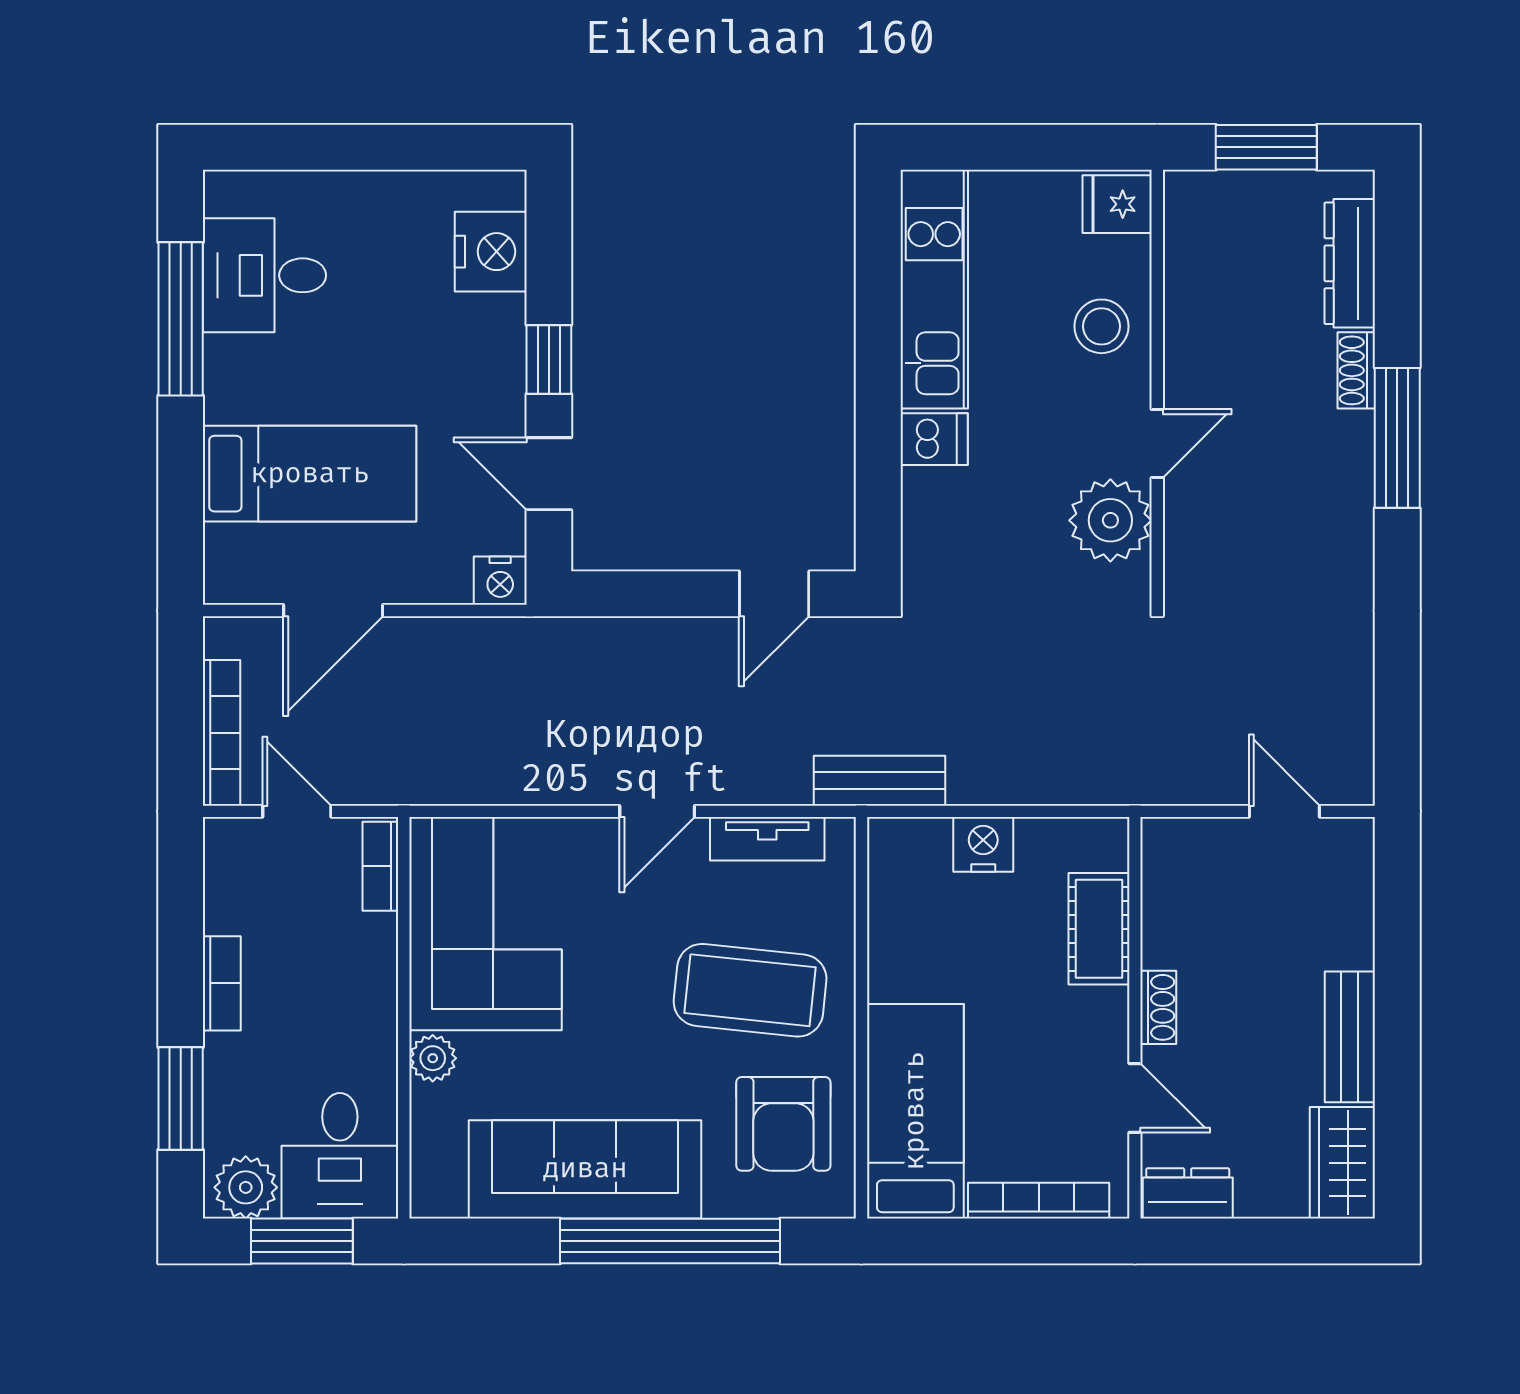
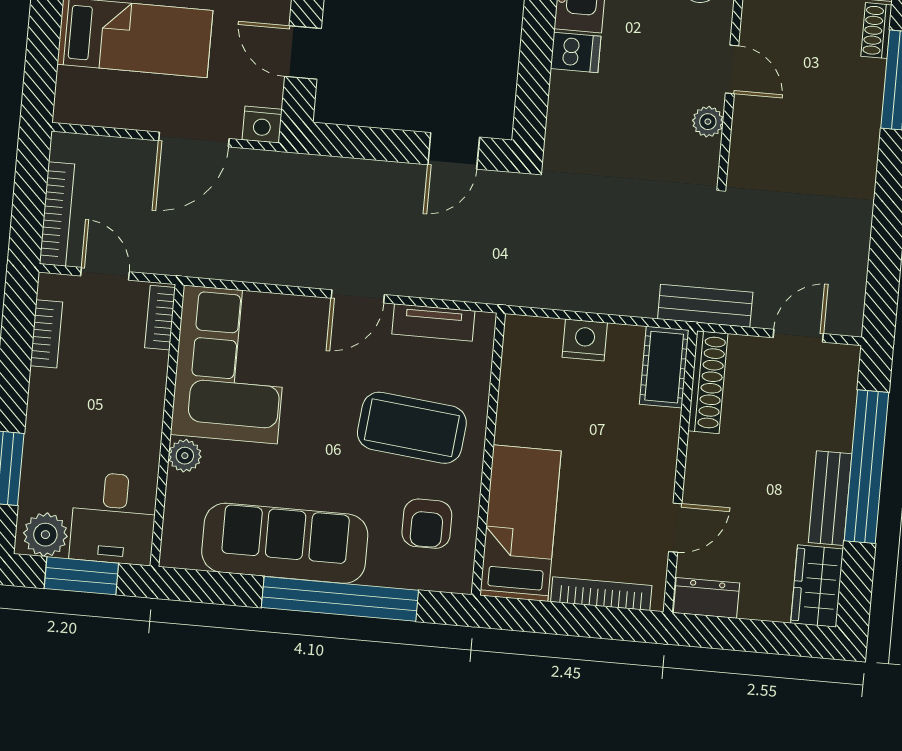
door: (1157, 443) -> (732, 69), hinge flipped
plant: (1110, 520) -> (708, 122), width x0.53, depth x0.53
door: (333, 610) -> (194, 140), moved
bench: (880, 781) -> (705, 306), moved
door: (1284, 811) -> (798, 336), hinge flipped
cot: (1099, 929) -> (664, 367), moved
bookcase: (222, 983) -> (46, 334), moved
window: (1397, 988) -> (866, 467), added
shoe rack: (1158, 1007) -> (708, 382), moved, width x1.94, depth x1.24
door: (1135, 1098) -> (675, 528), hinge flipped
armchair: (783, 1124) -> (427, 524), width x0.72, depth x0.72

